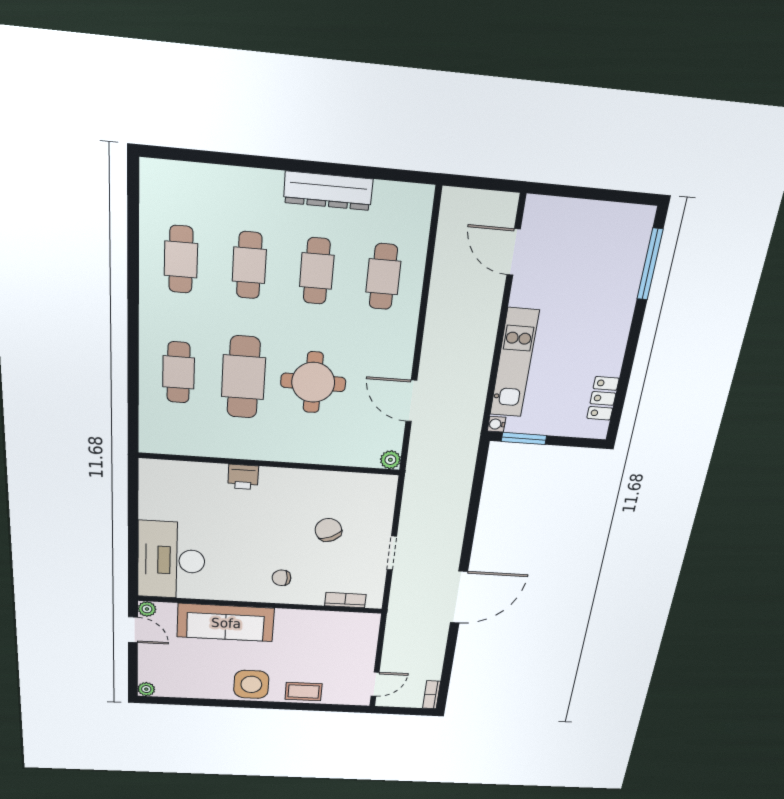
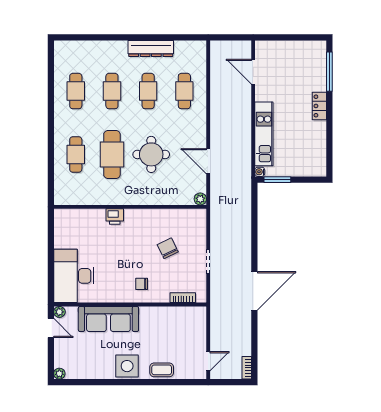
locker: (603, 398) -> (319, 106), moved

